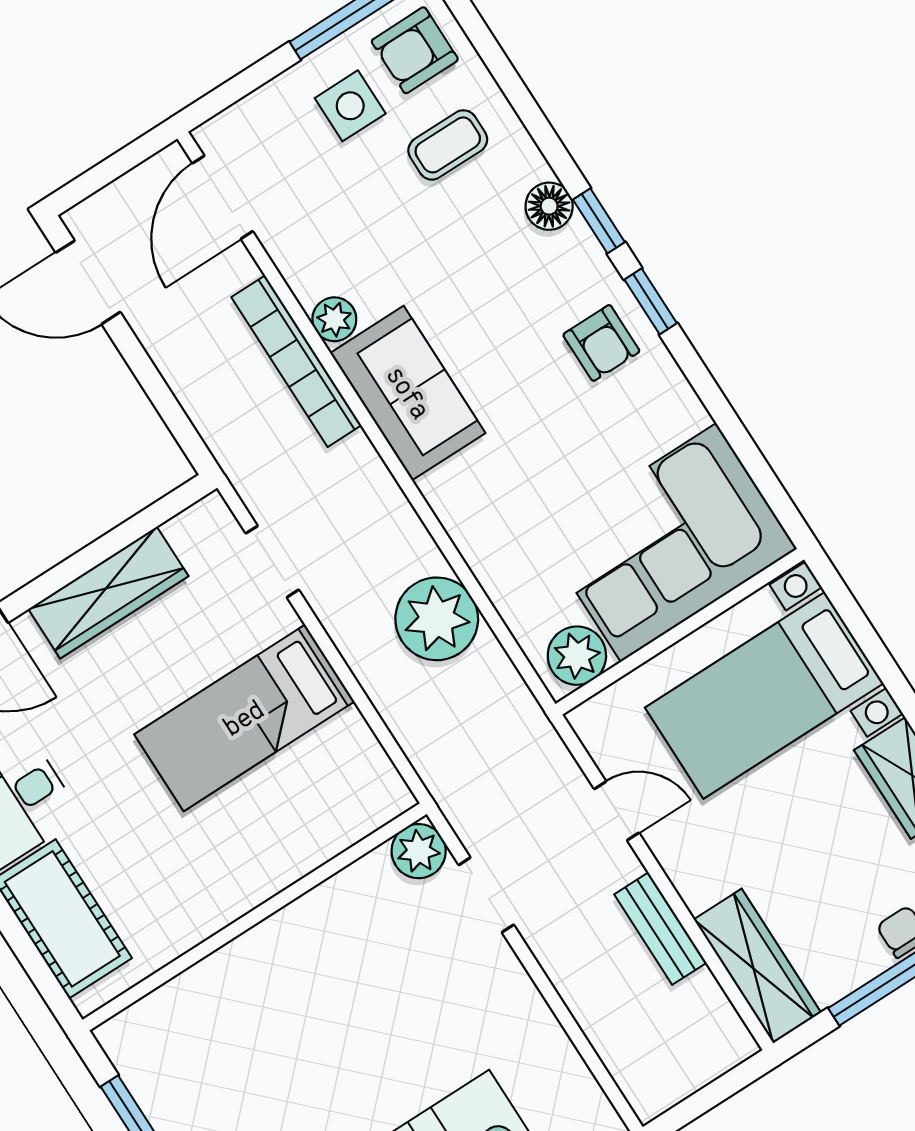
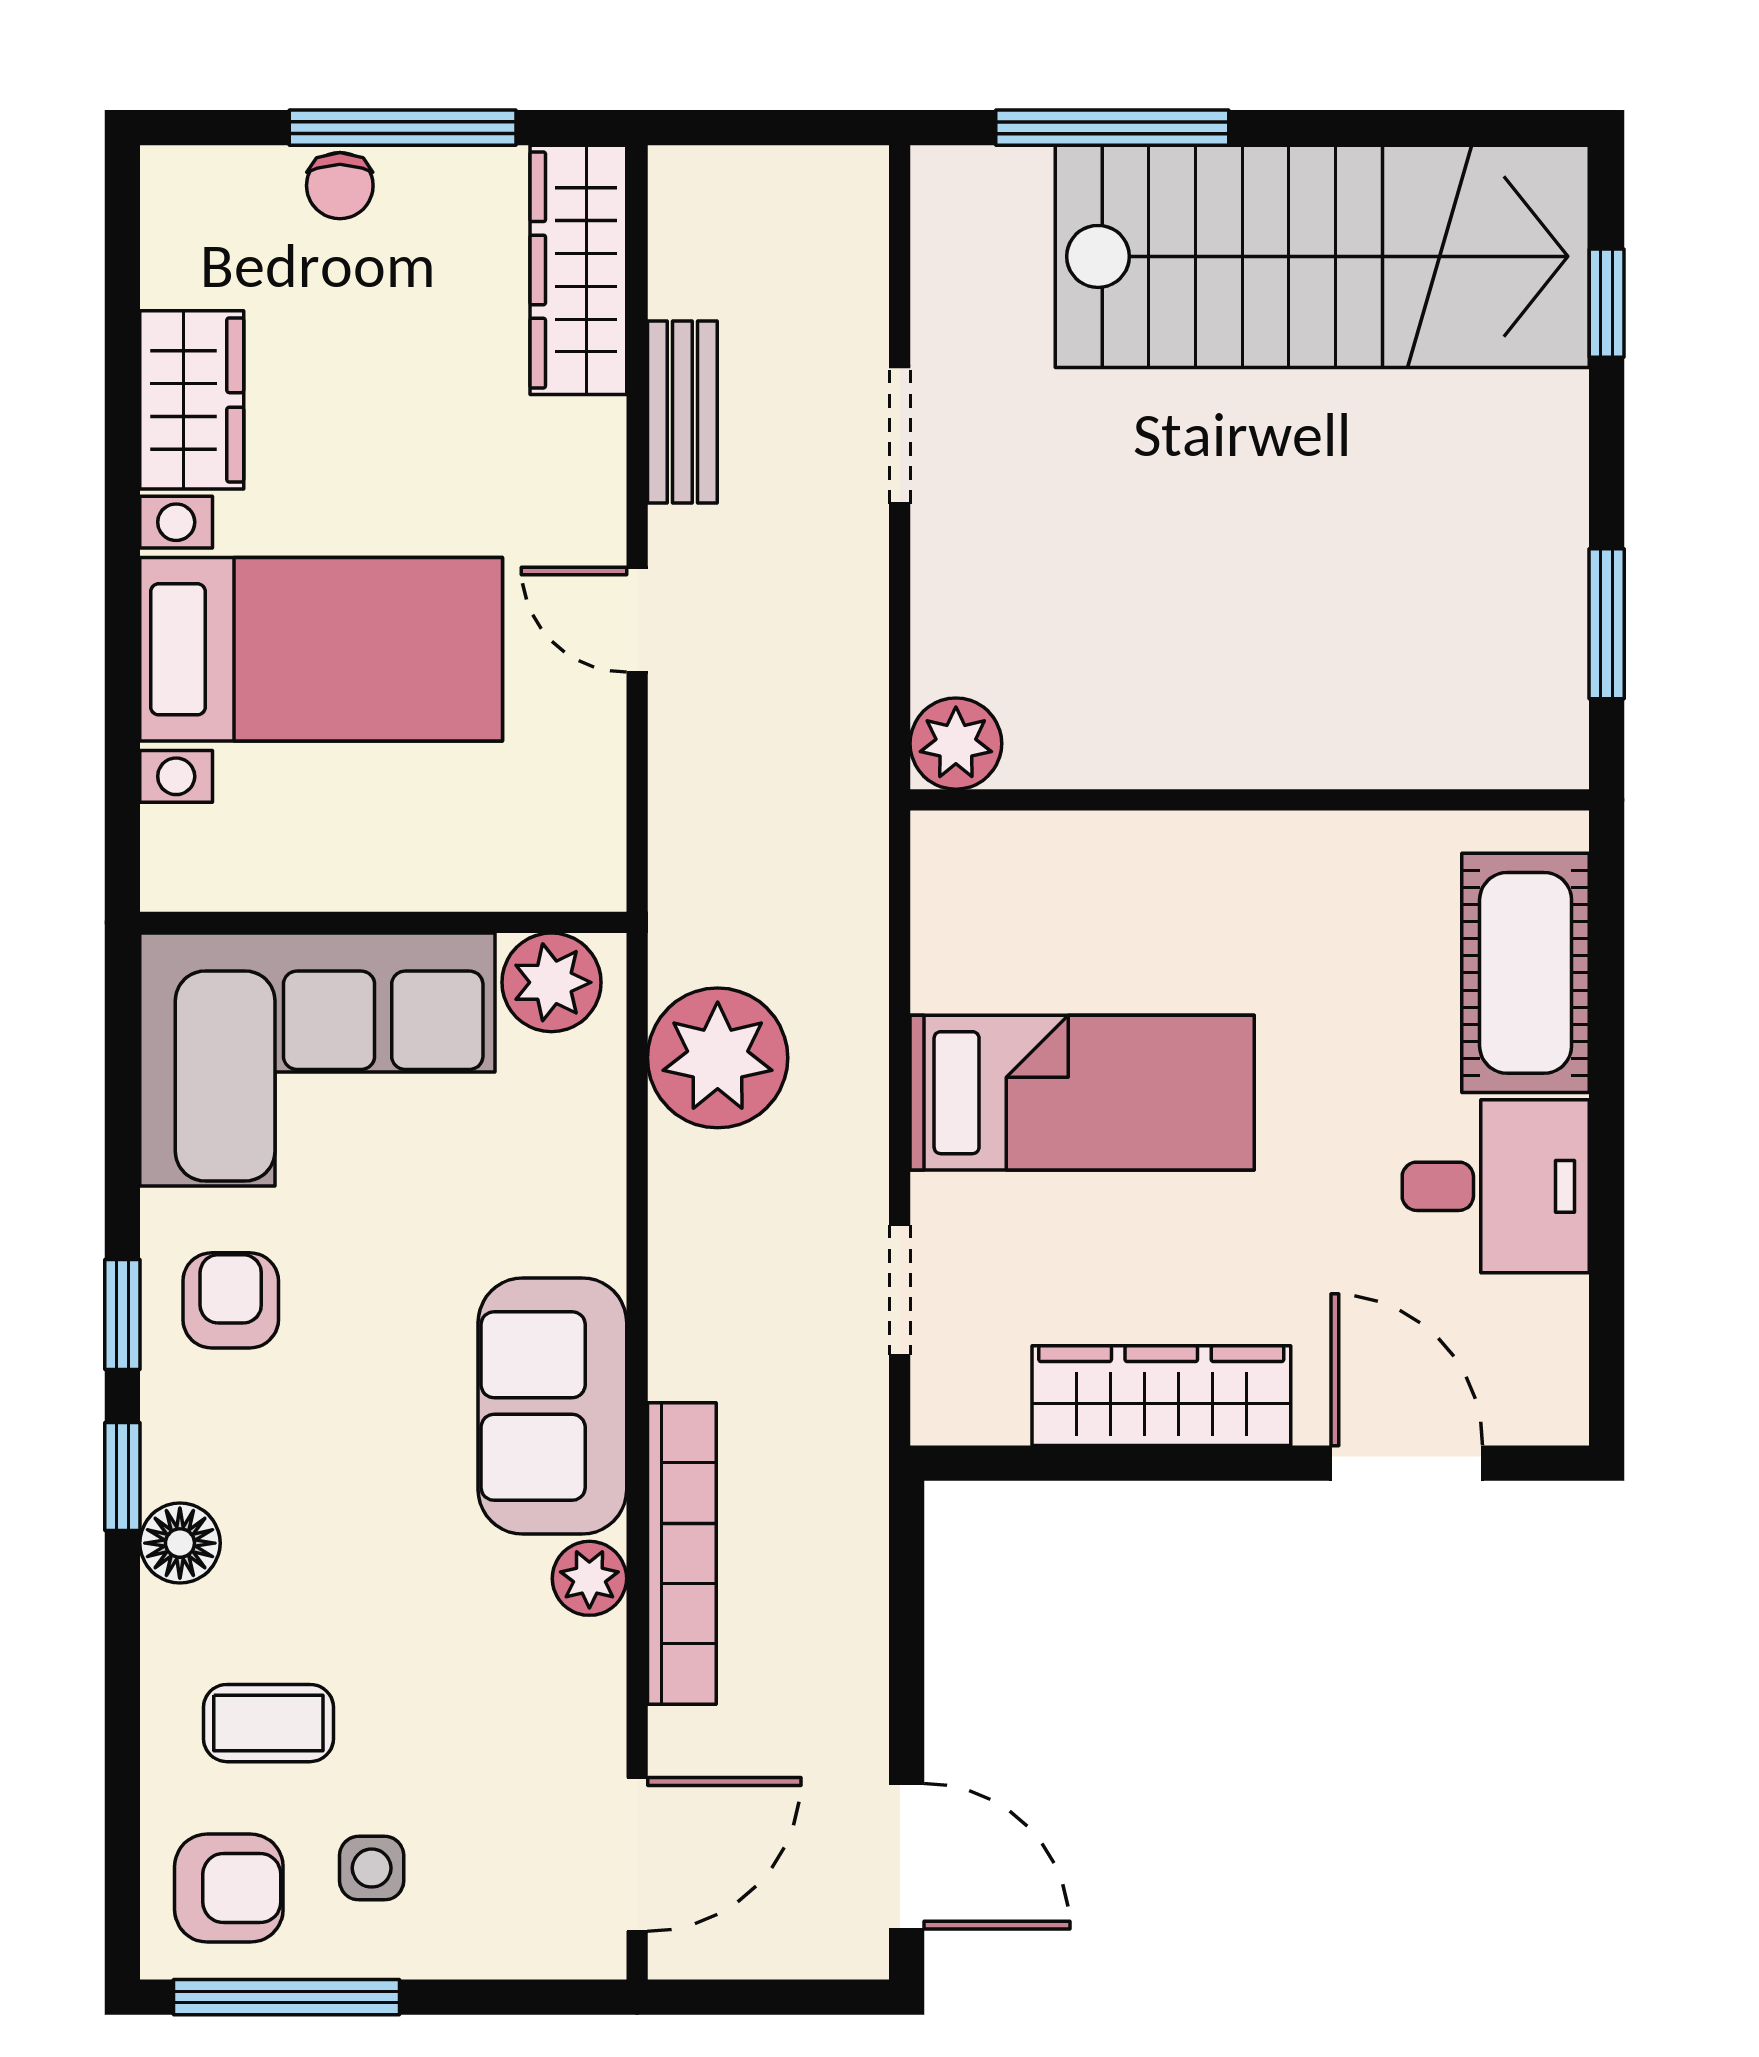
side table: (350, 106) -> (372, 1868), width x0.73, depth x0.73
corner sofa: (669, 543) -> (317, 1060), moved
wall: (680, 632) -> (383, 922), moved
plant: (577, 656) -> (551, 982), moved
doorway: (486, 895) -> (900, 435), moved

